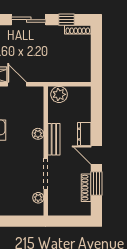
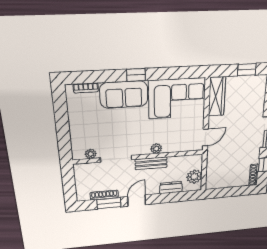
door: (17, 84) -> (205, 137), moved
plant: (59, 94) -> (194, 177), moved
dresser: (84, 134) -> (171, 188), moved

